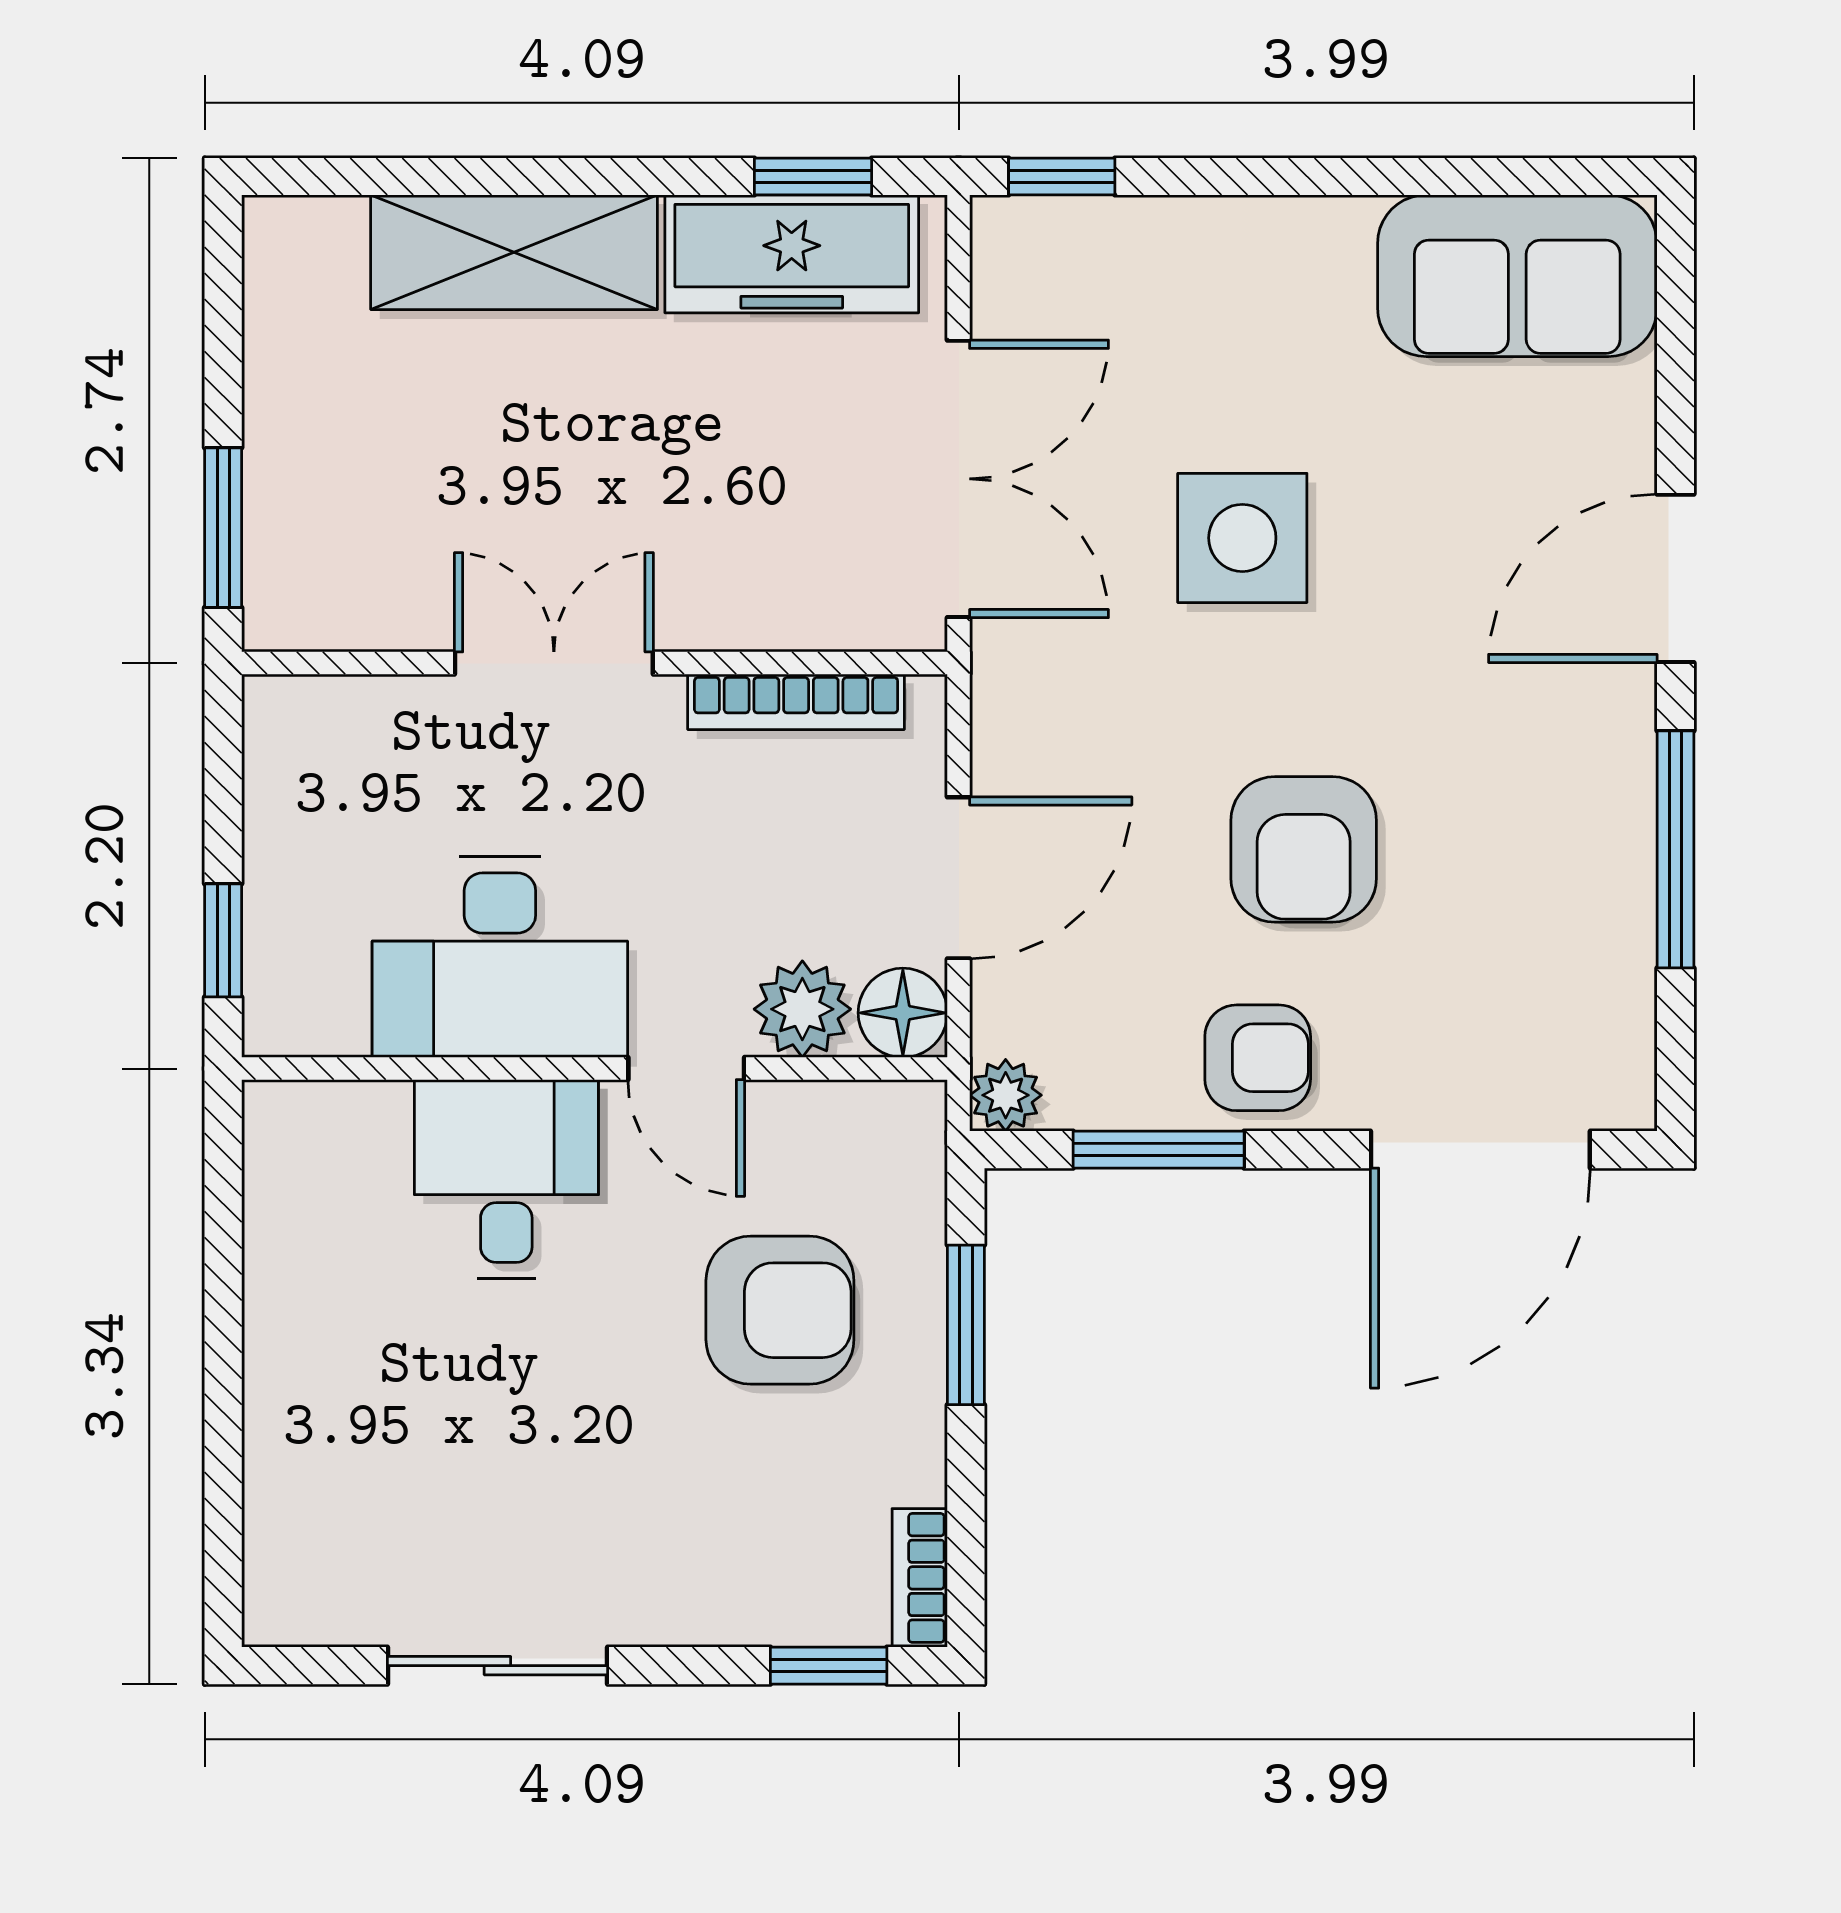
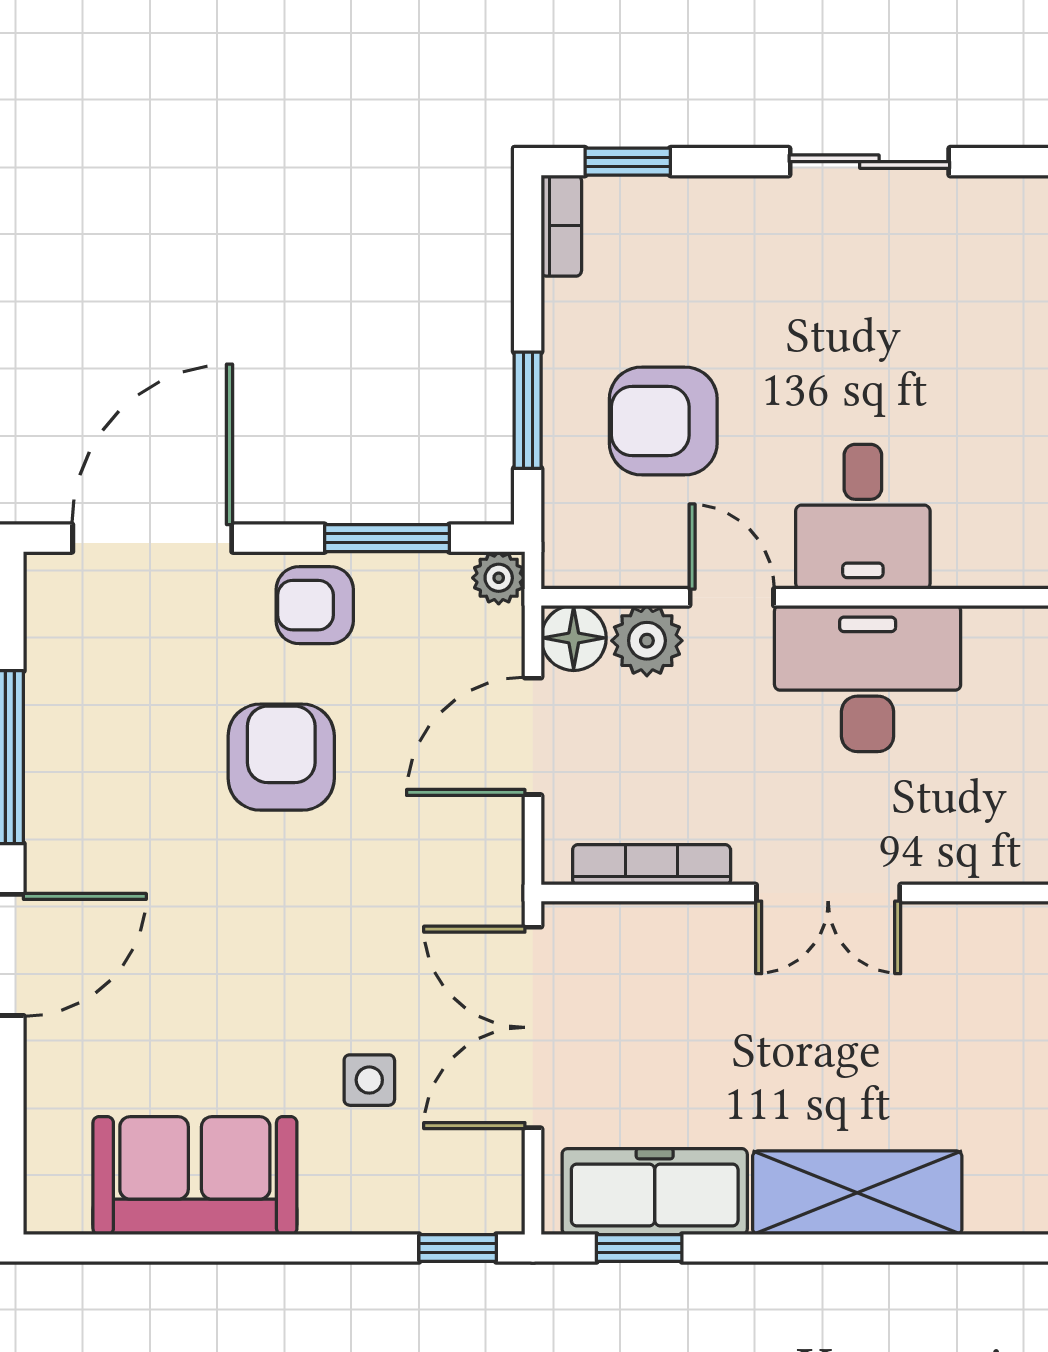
sofa: (1517, 276) -> (195, 1176), moved
side table: (1242, 538) -> (369, 1080), moved, width x0.54, depth x0.54

